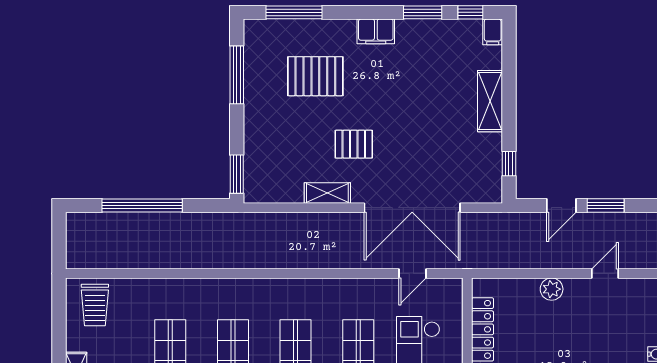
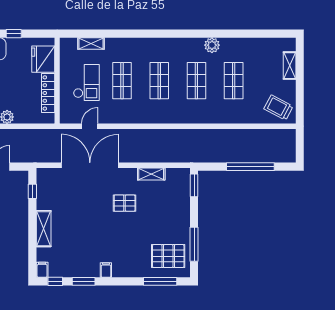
filing cabinet: (376, 31) -> (106, 270), width x0.50
pallet: (315, 76) -> (168, 256), moved
shelving: (327, 193) -> (151, 174), moved
trolley: (95, 305) -> (278, 108), turned -62

